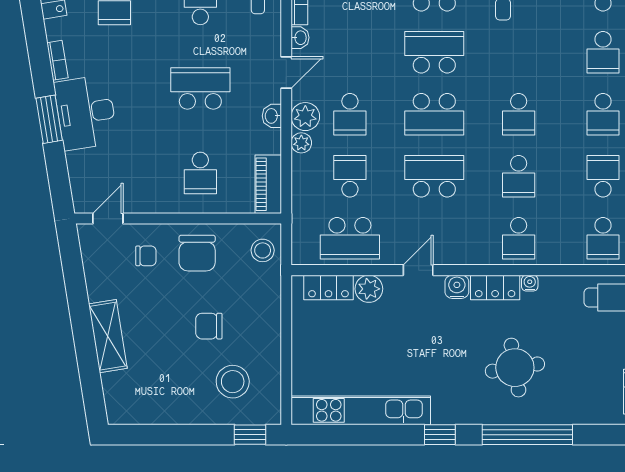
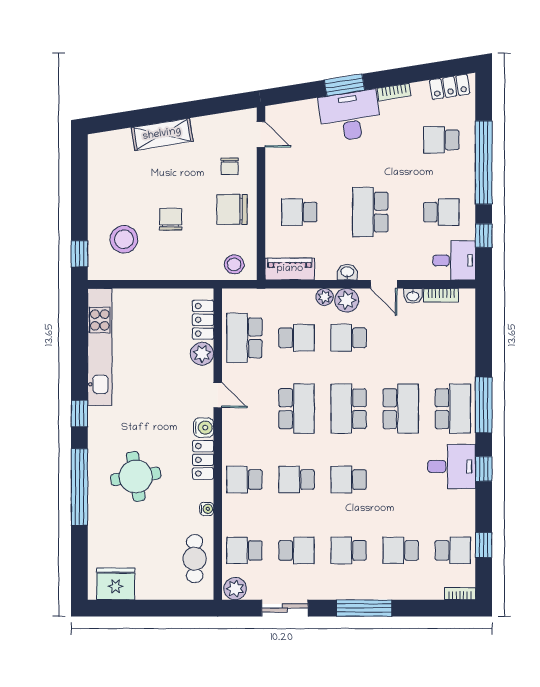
school desk: (200, 88) -> (370, 212), turned 180
water cooler: (530, 283) -> (207, 509), moved

